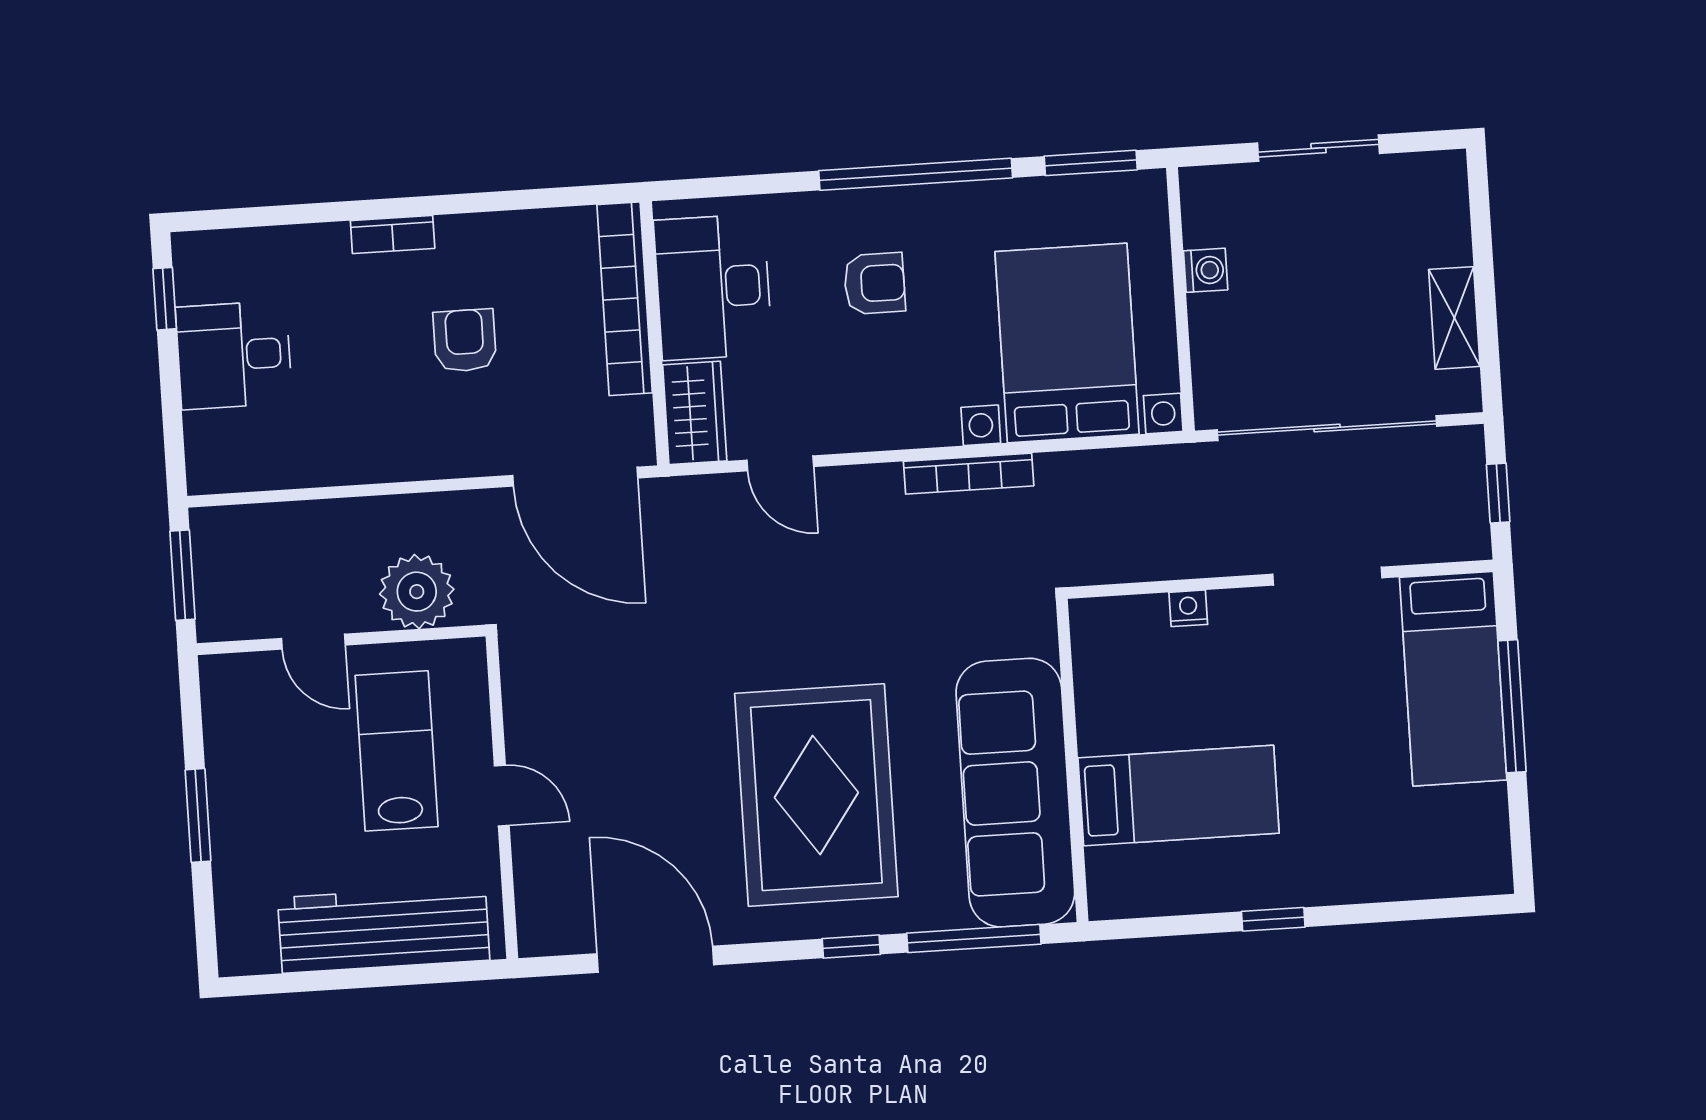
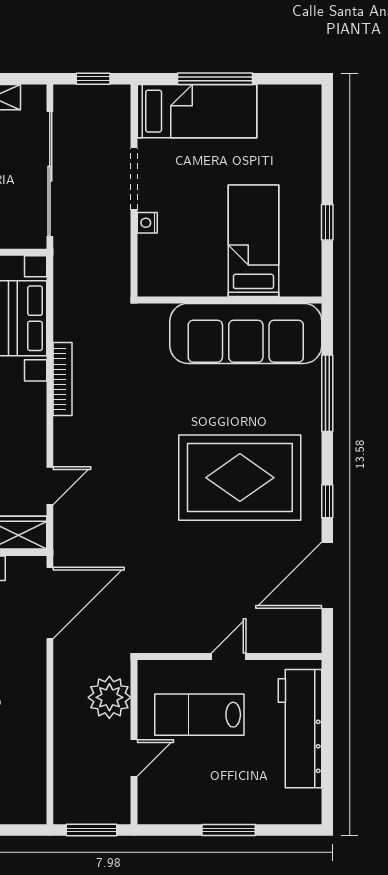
nightstand: (1188, 608) -> (147, 223), moved
wall: (1072, 760) -> (230, 300), moved
sofa: (1015, 793) -> (246, 333), moved
bed: (1179, 796) -> (253, 241), moved
window: (851, 947) -> (327, 501), moved

